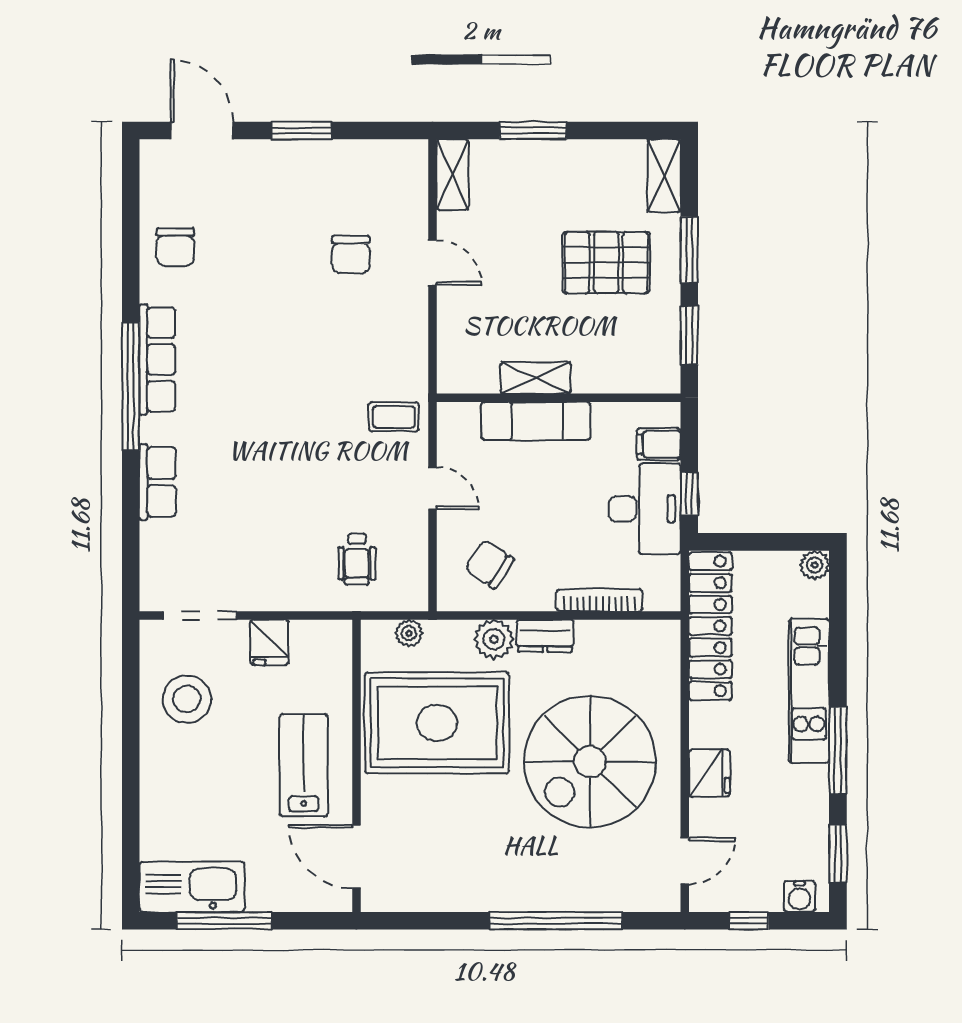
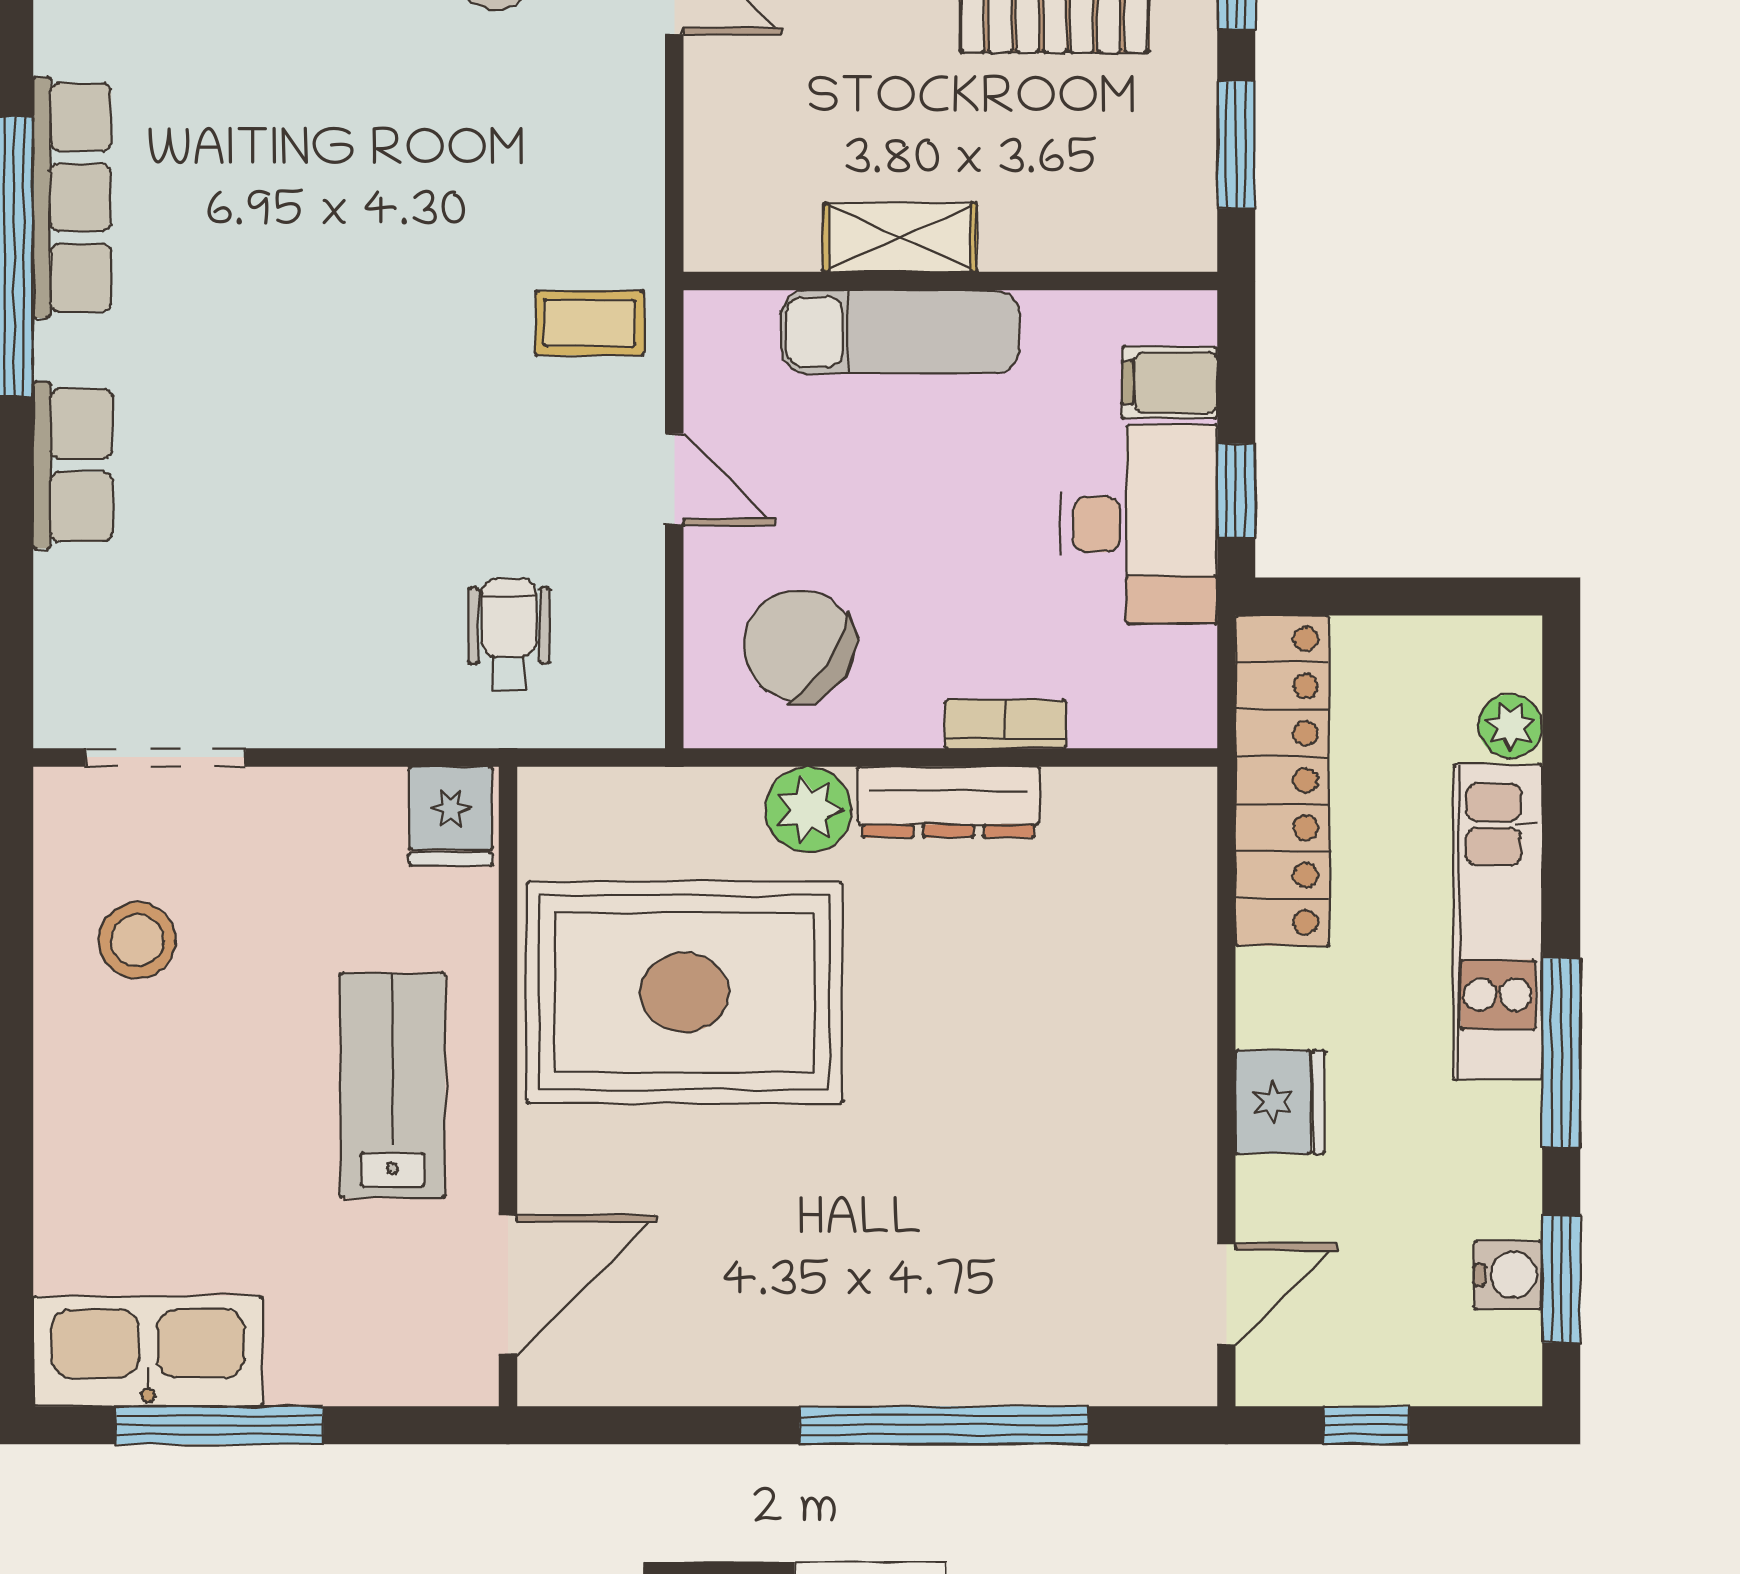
wheelchair: (357, 559) -> (509, 635), turned 180
chair: (489, 564) -> (799, 645), width x1.37, depth x1.37
plant: (815, 565) -> (1510, 726), moved
bookcase: (599, 600) -> (1006, 724), width x0.64
plant: (409, 633) -> (623, 796), removed
dresser: (545, 636) -> (948, 802), width x1.44
fridge: (269, 642) -> (451, 816), moved
stool: (187, 699) -> (137, 940), width x0.73, depth x0.73
spiral stairs: (590, 762) -> (1019, 1077), removed
door: (356, 857) -> (508, 1285), swing flipped
water cooler: (799, 896) -> (1508, 1275), moved, turned -90

